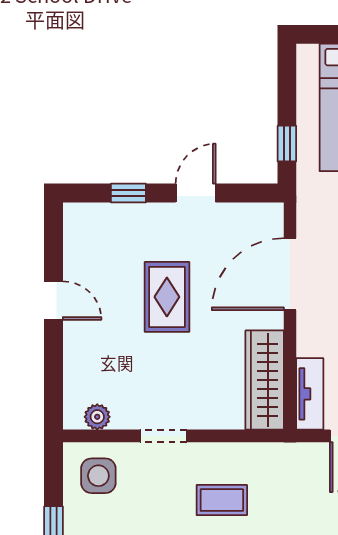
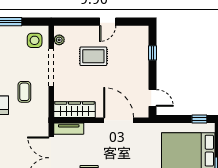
window: (287, 144) -> (199, 119), moved
door: (196, 193) -> (153, 98), moved
rug: (167, 297) -> (93, 56), moved
doorway: (163, 436) -> (51, 68), width x1.87

